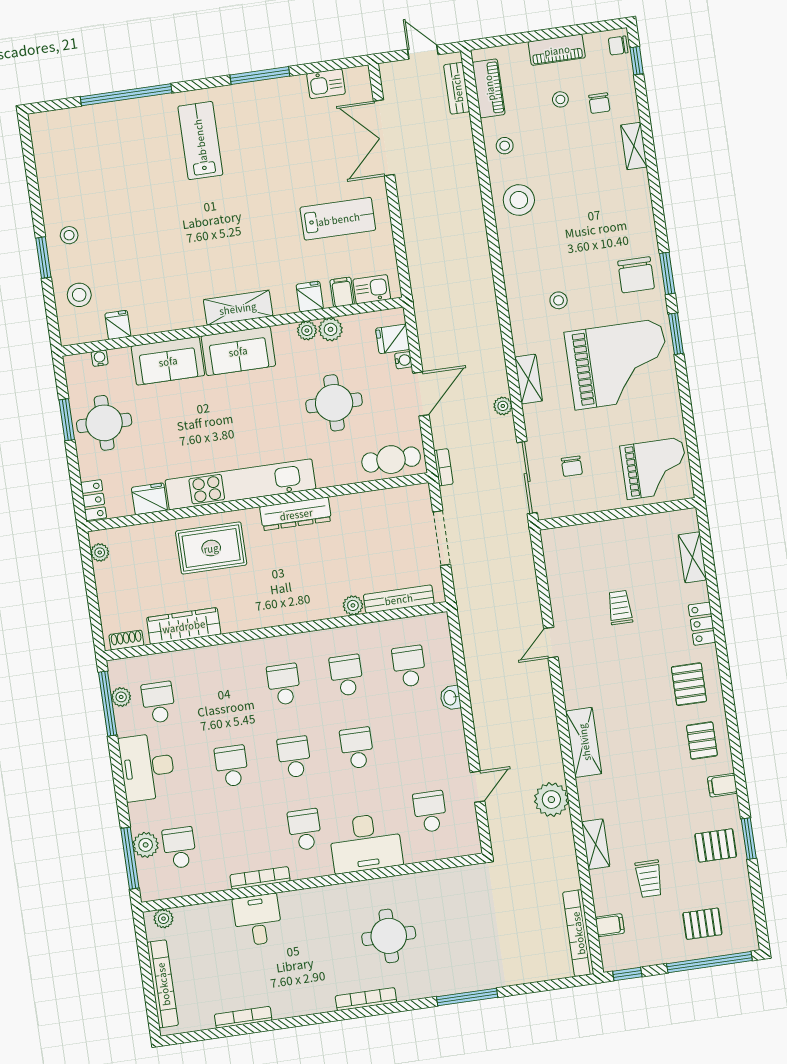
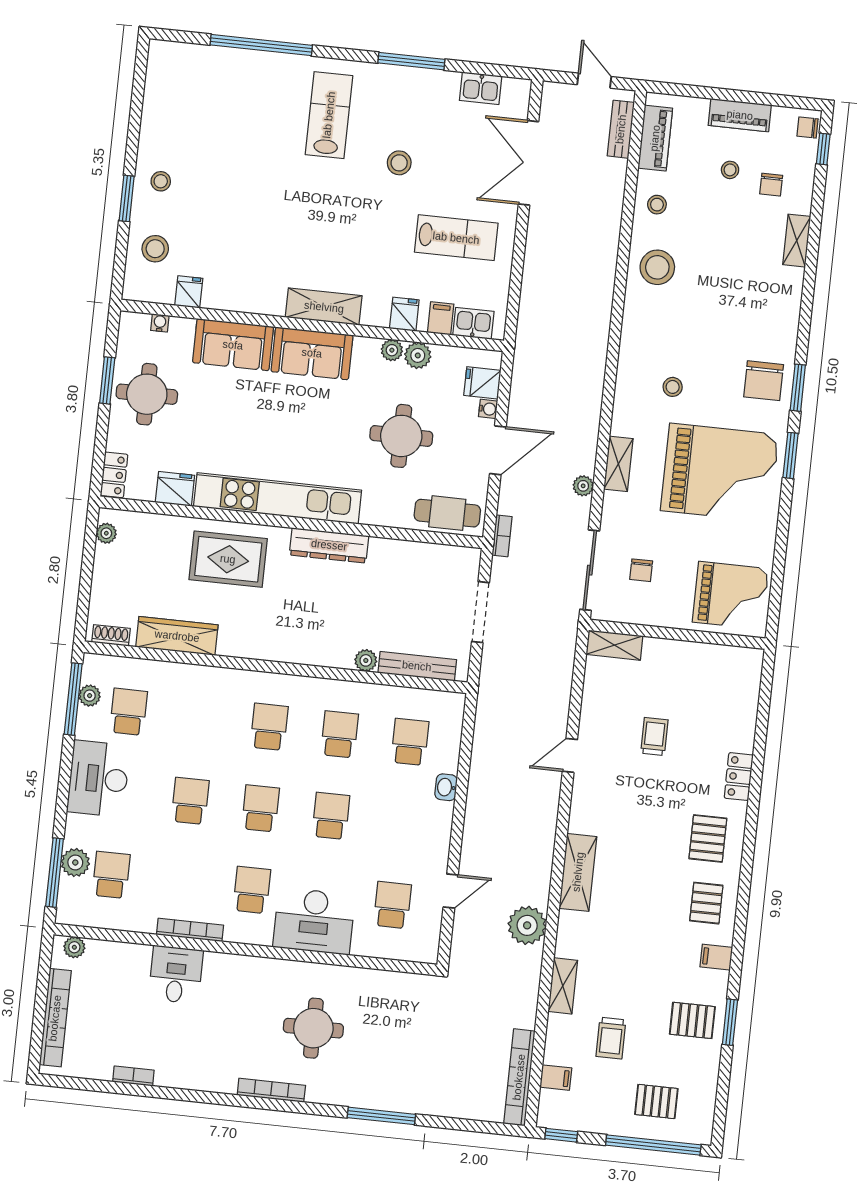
stool: (272, 166) -> (399, 163), added
shelving: (692, 557) -> (614, 645), moved, turned 90
bookcase: (243, 1017) -> (133, 1076), width x0.64

